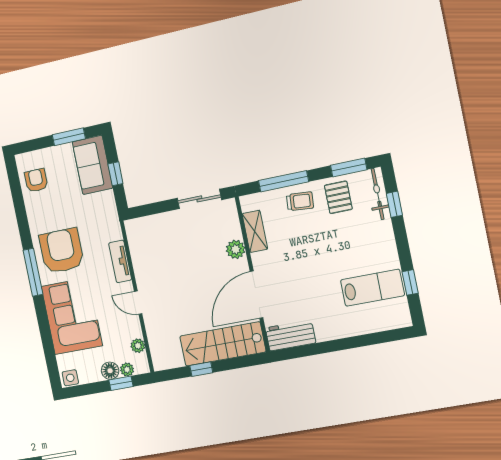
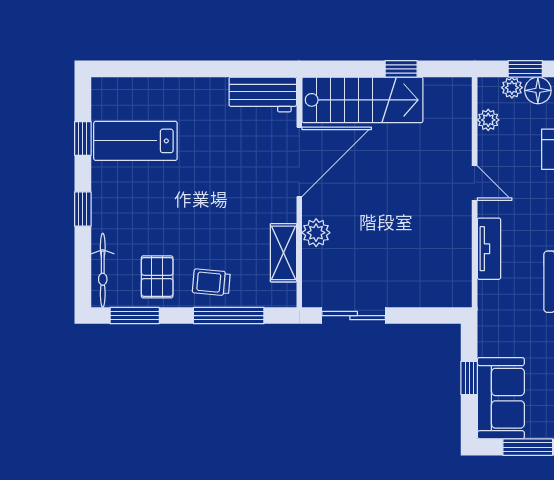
window: (394, 204) -> (83, 209), moved

